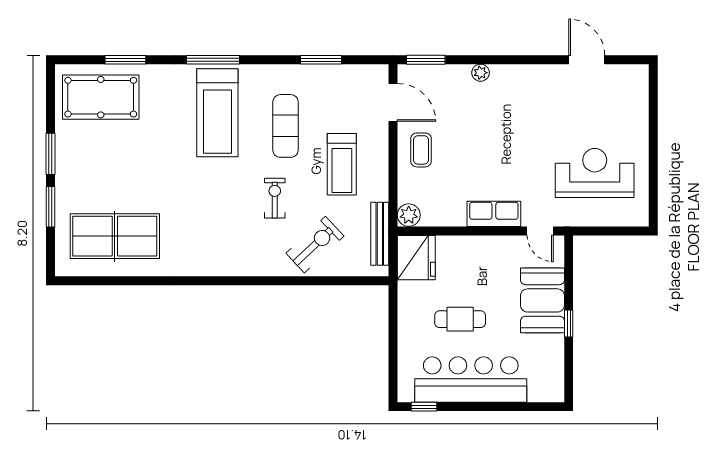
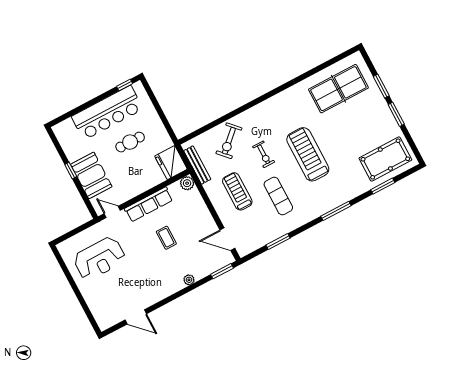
treadmill: (217, 113) -> (308, 154), moved
coffee table: (421, 150) -> (166, 238), moved
row of seats: (494, 214) -> (149, 204), width x1.48

